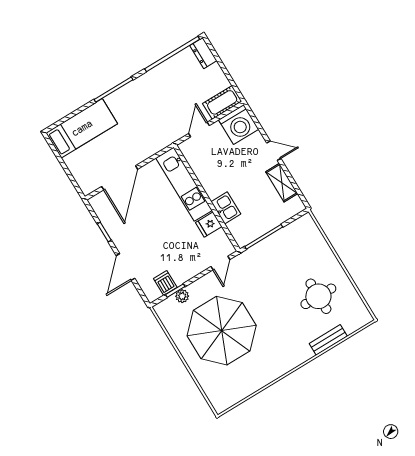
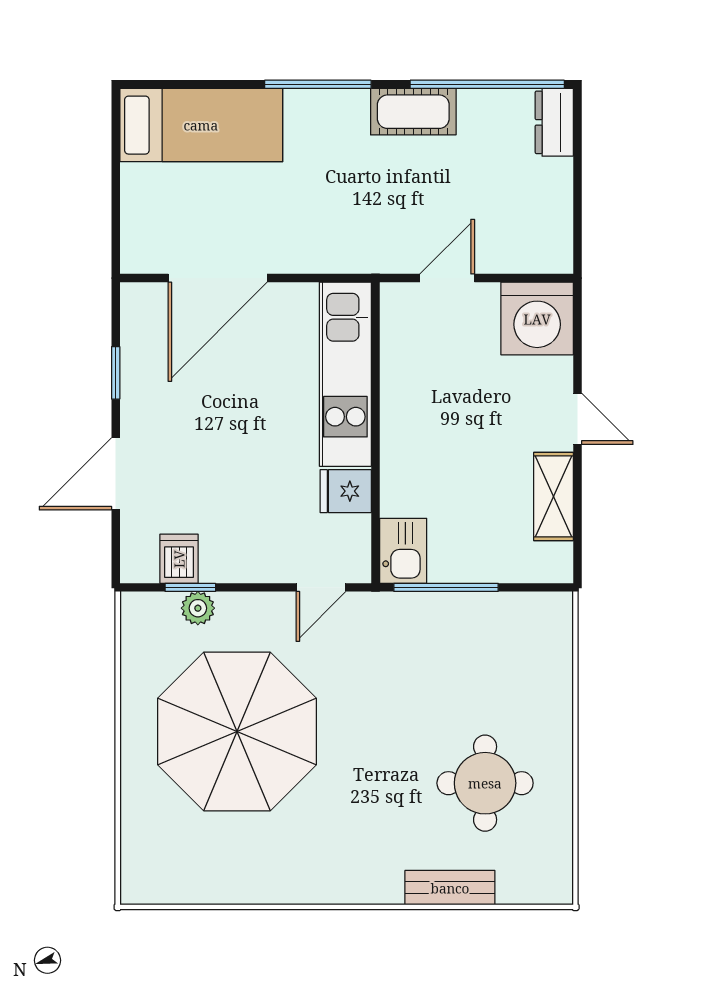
cot: (222, 102) -> (413, 112), moved
kitchen sink: (226, 208) -> (403, 551), moved

